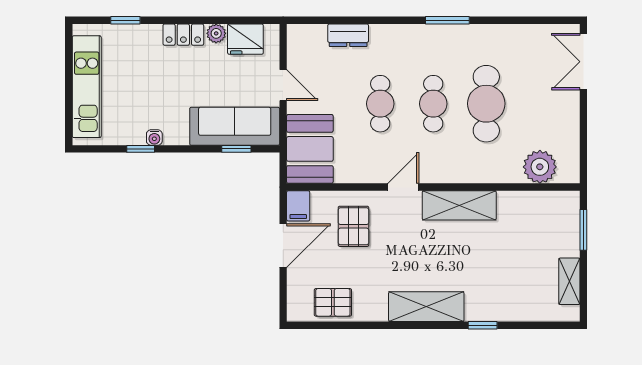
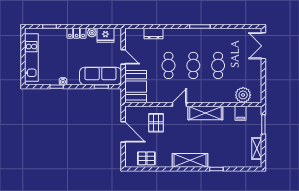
cafe table: (486, 104) -> (218, 65), width x0.73, depth x0.74
filing cabinet: (298, 206) -> (241, 113), moved
door: (283, 246) -> (123, 132), hinge flipped

